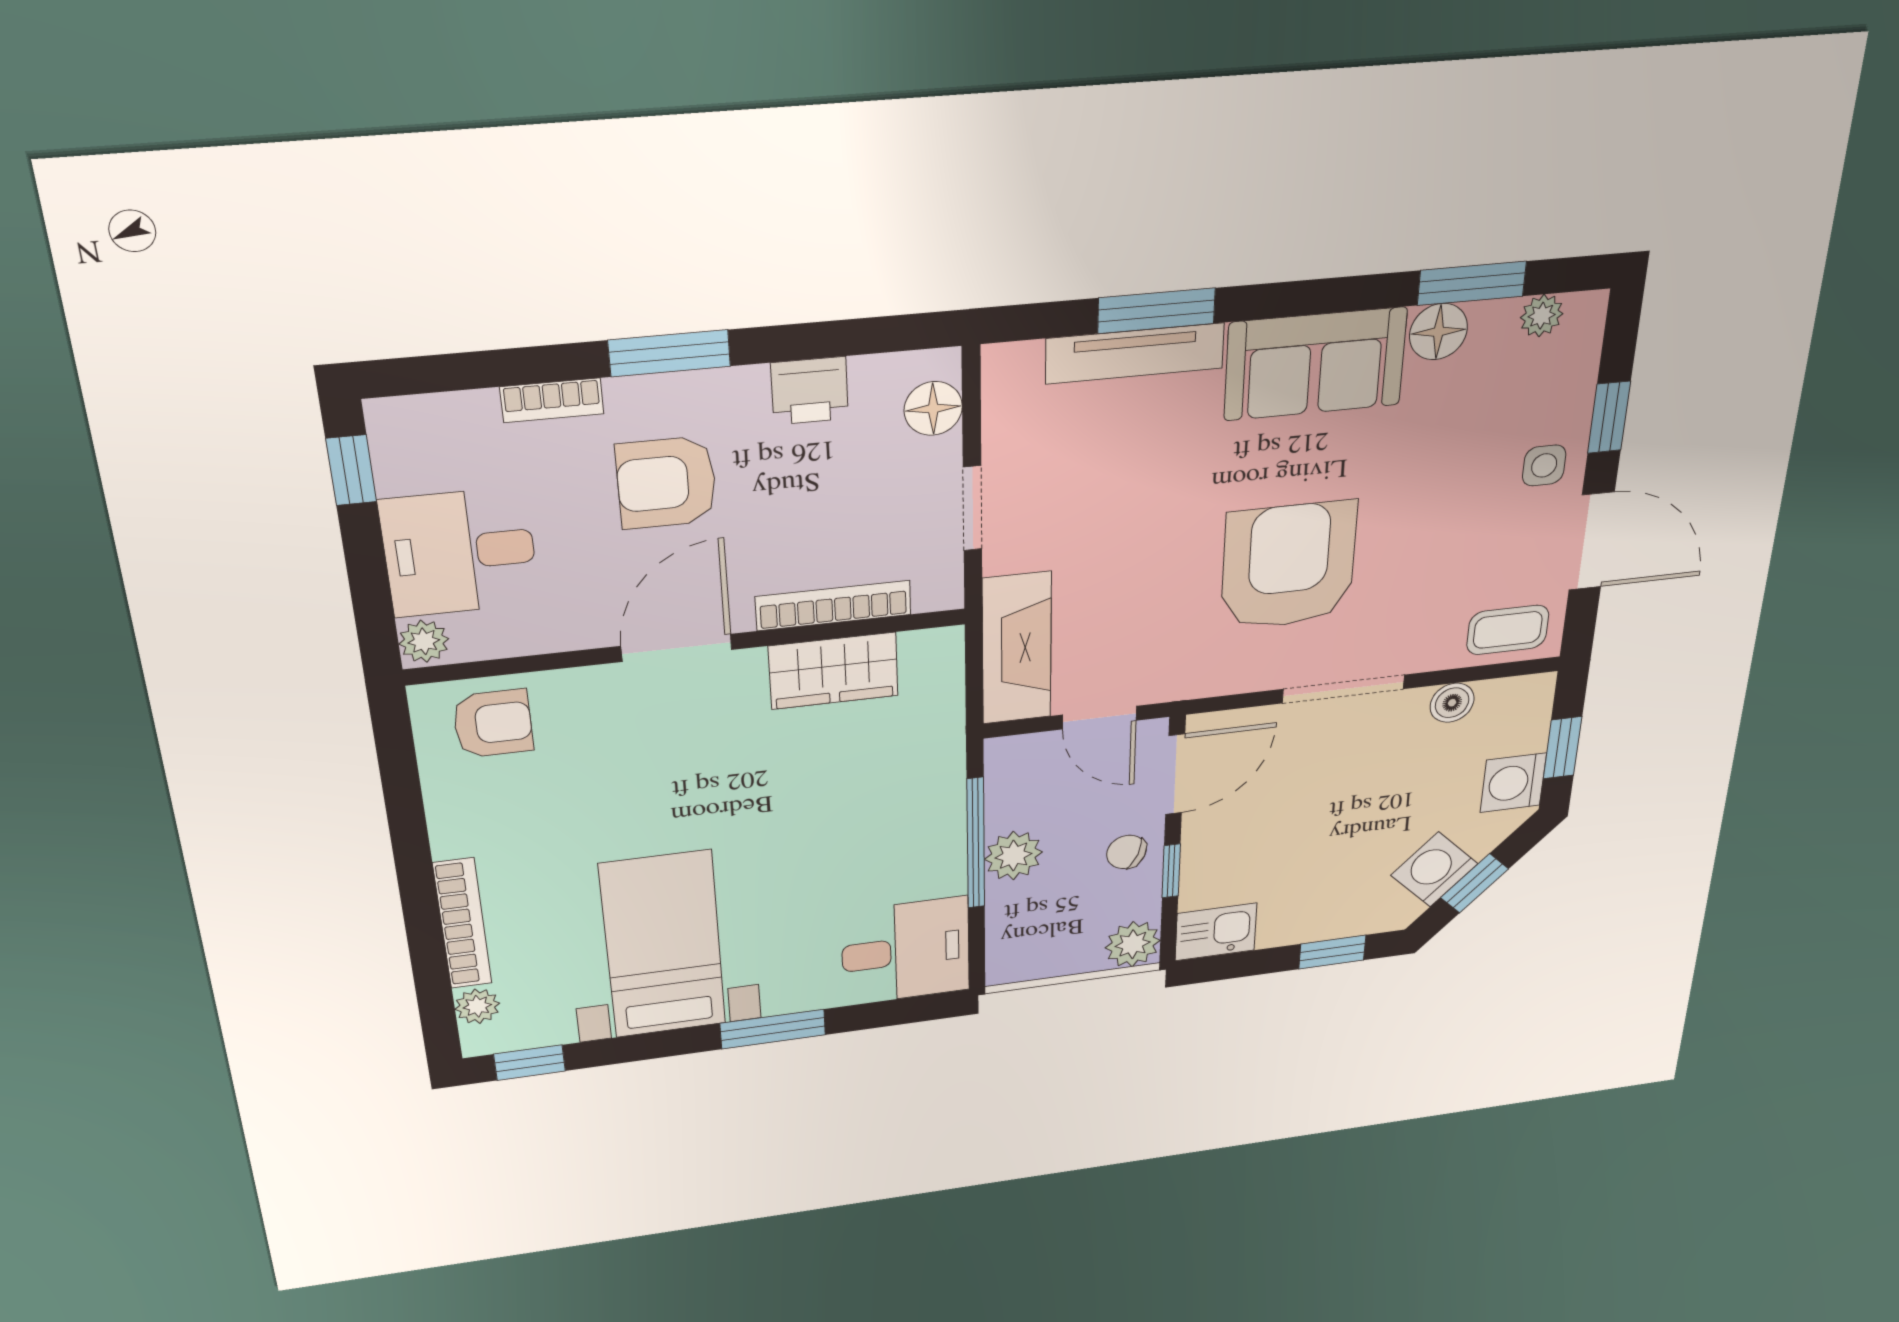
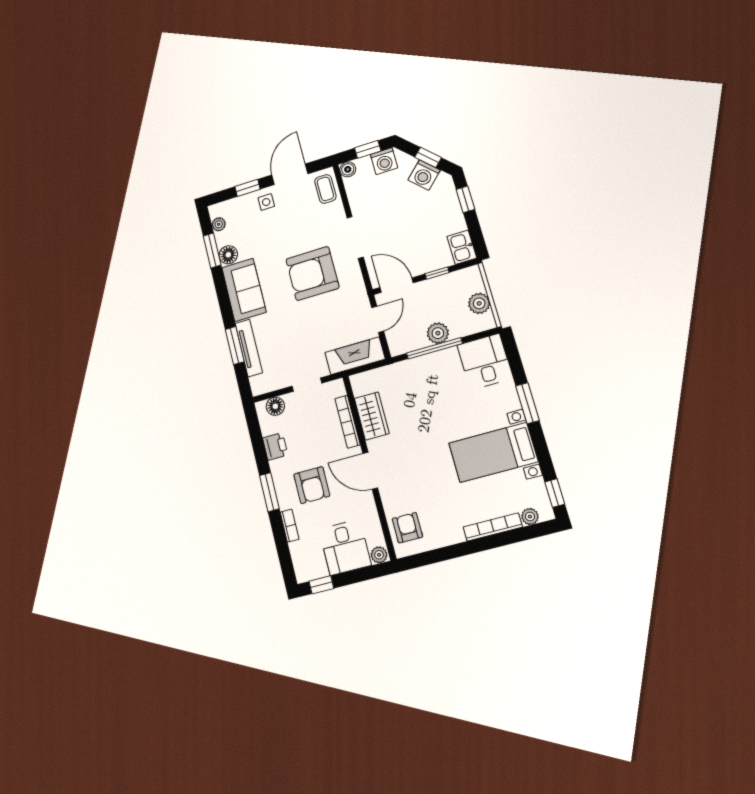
boiler: (1452, 703) -> (348, 169), moved
chair: (1126, 852) -> (431, 292), removed
plant: (1133, 944) -> (479, 303), moved

